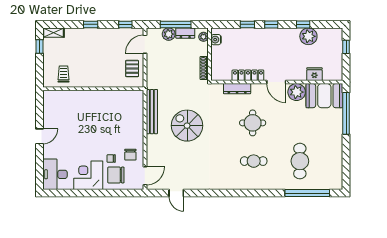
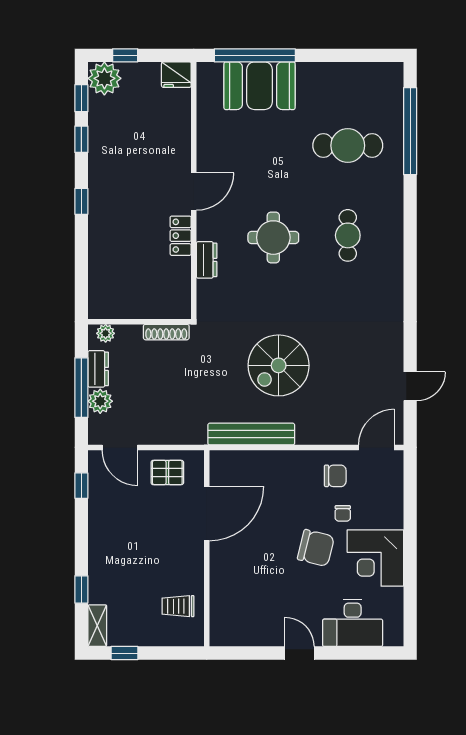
window: (91, 24) -> (81, 589), moved
window: (247, 24) -> (81, 98), moved
plant: (308, 36) -> (104, 78), moved
water cooler: (216, 40) -> (111, 309), removed
fridge: (314, 74) -> (176, 75), moved, turned -90
locker: (248, 75) -> (181, 236), width x0.66
door: (111, 89) -> (207, 514), added
dresser: (237, 89) -> (207, 260), width x0.70
plant: (297, 92) -> (213, 152), removed
booth: (324, 96) -> (260, 86), moved, turned 90
desk: (55, 174) -> (353, 623), moved
chair: (116, 175) -> (316, 548), moved, turned -76
door: (145, 176) -> (376, 447), hinge flipped

